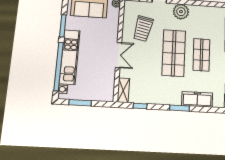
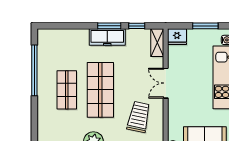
fridge: (106, 95) -> (177, 37), added
freezer: (197, 99) -> (107, 37), moved
window: (180, 108) -> (109, 26), moved

